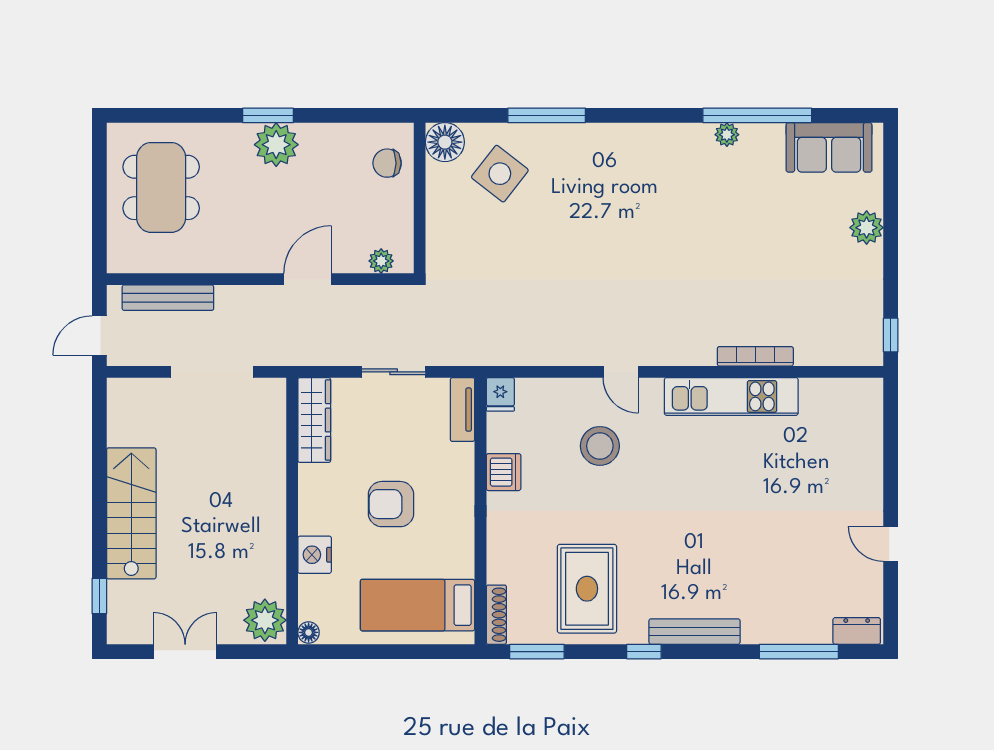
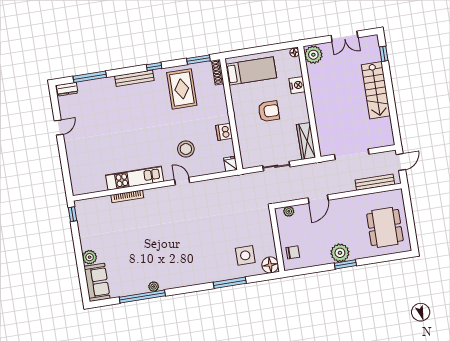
sofa: (829, 147) -> (97, 282), moved, turned 90
side table: (500, 174) -> (245, 255), turned -38
tv unit: (462, 410) -> (245, 155), removed
door: (891, 544) -> (59, 128), hinge flipped

